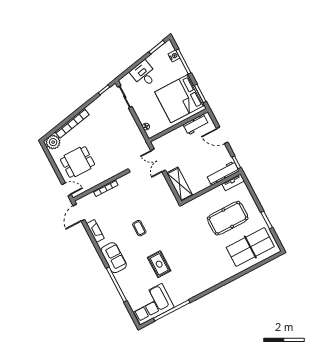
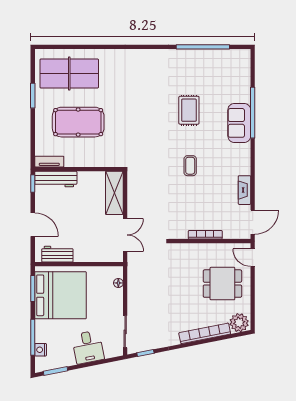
sofa: (114, 258) -> (239, 123), moved
corner sofa: (151, 304) -> (224, 67), removed

